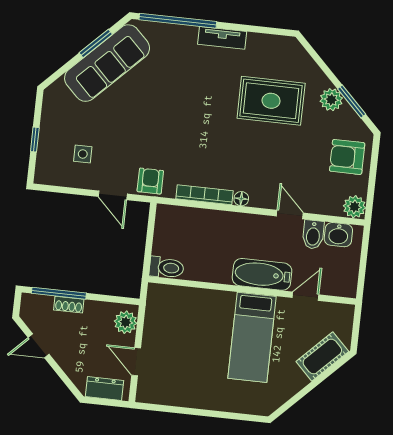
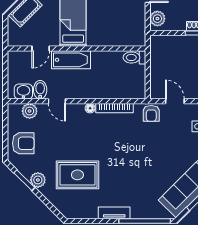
plant: (354, 207) -> (30, 111), moved

